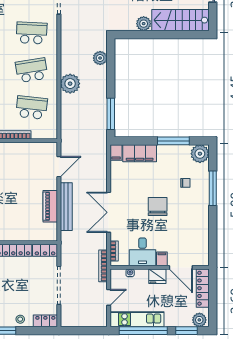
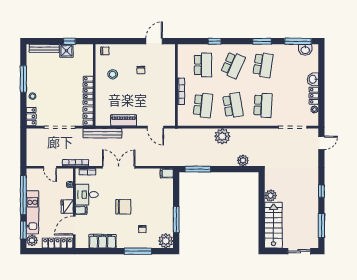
filing cabinet: (140, 153) -> (102, 241), moved, turned 90
bench: (66, 207) -> (102, 133), moved
kitchen unit: (137, 319) -> (32, 212), moved

